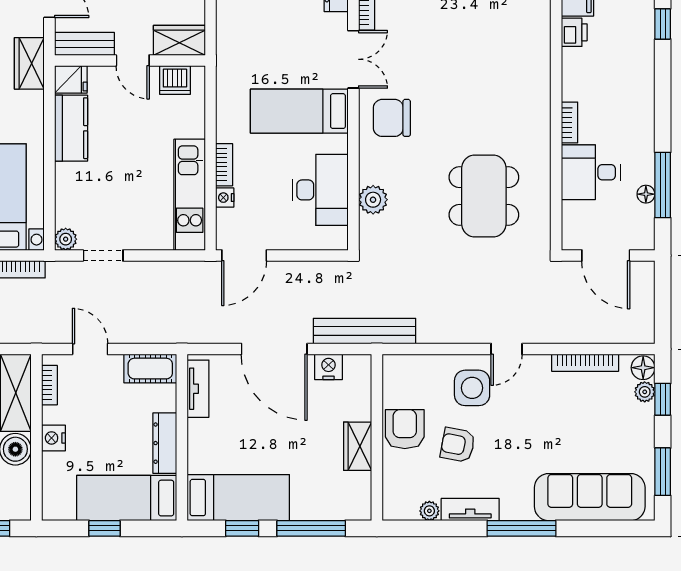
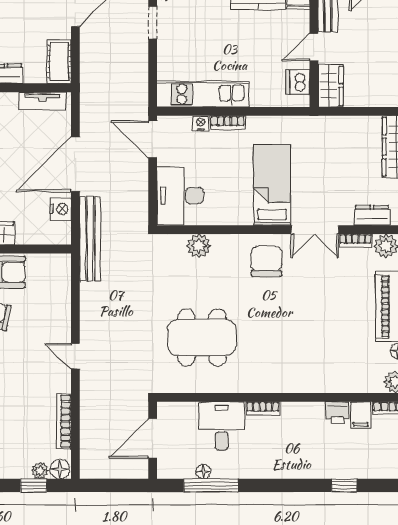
desk: (320, 190) -> (180, 196), moved, turned 90
side table: (472, 388) -> (43, 328), removed

